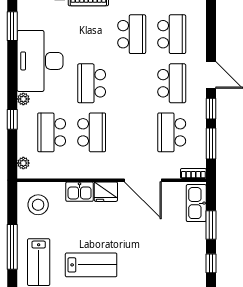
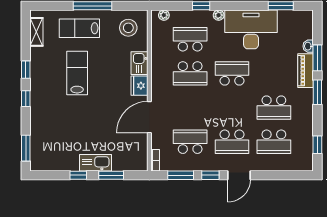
kitchen sink: (196, 203) -> (95, 163), moved
lab bench: (91, 265) -> (77, 73), turned 180

